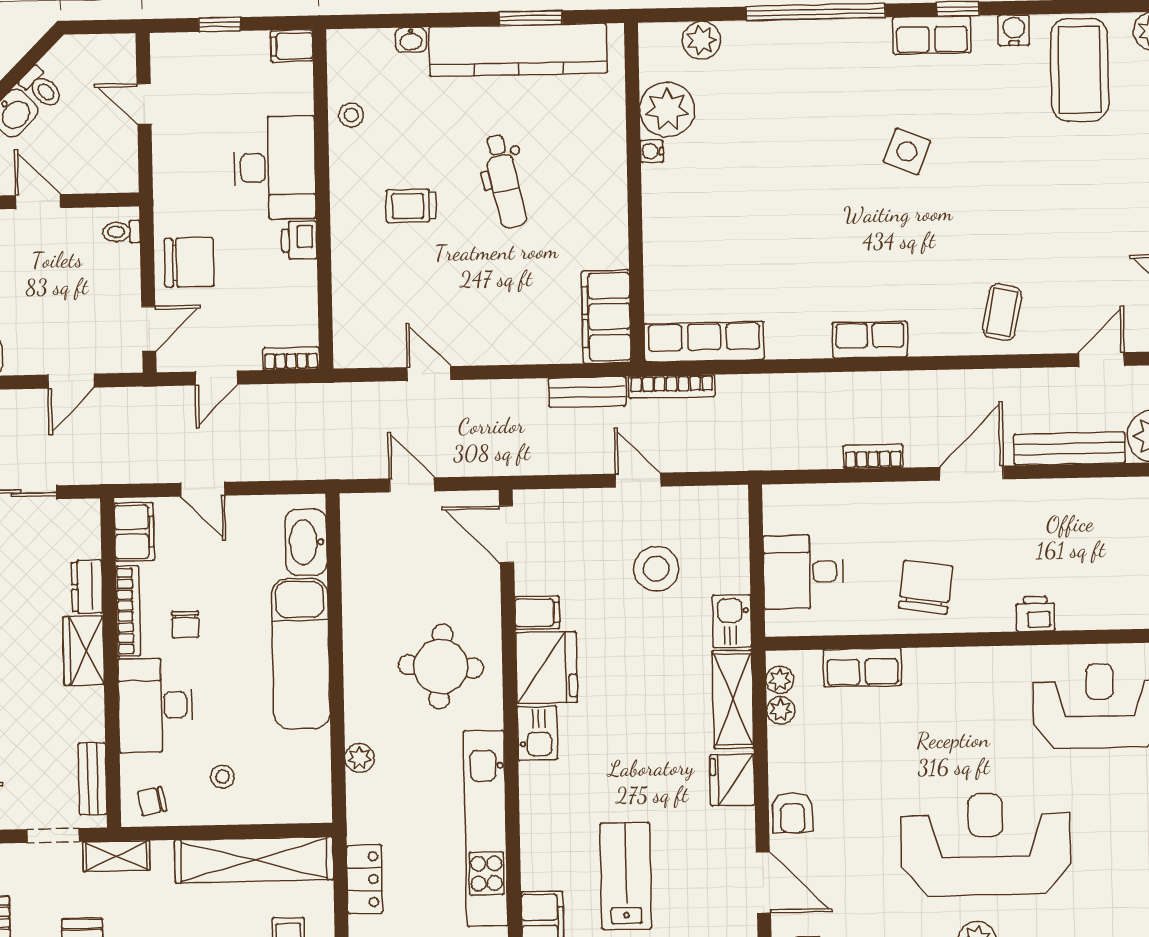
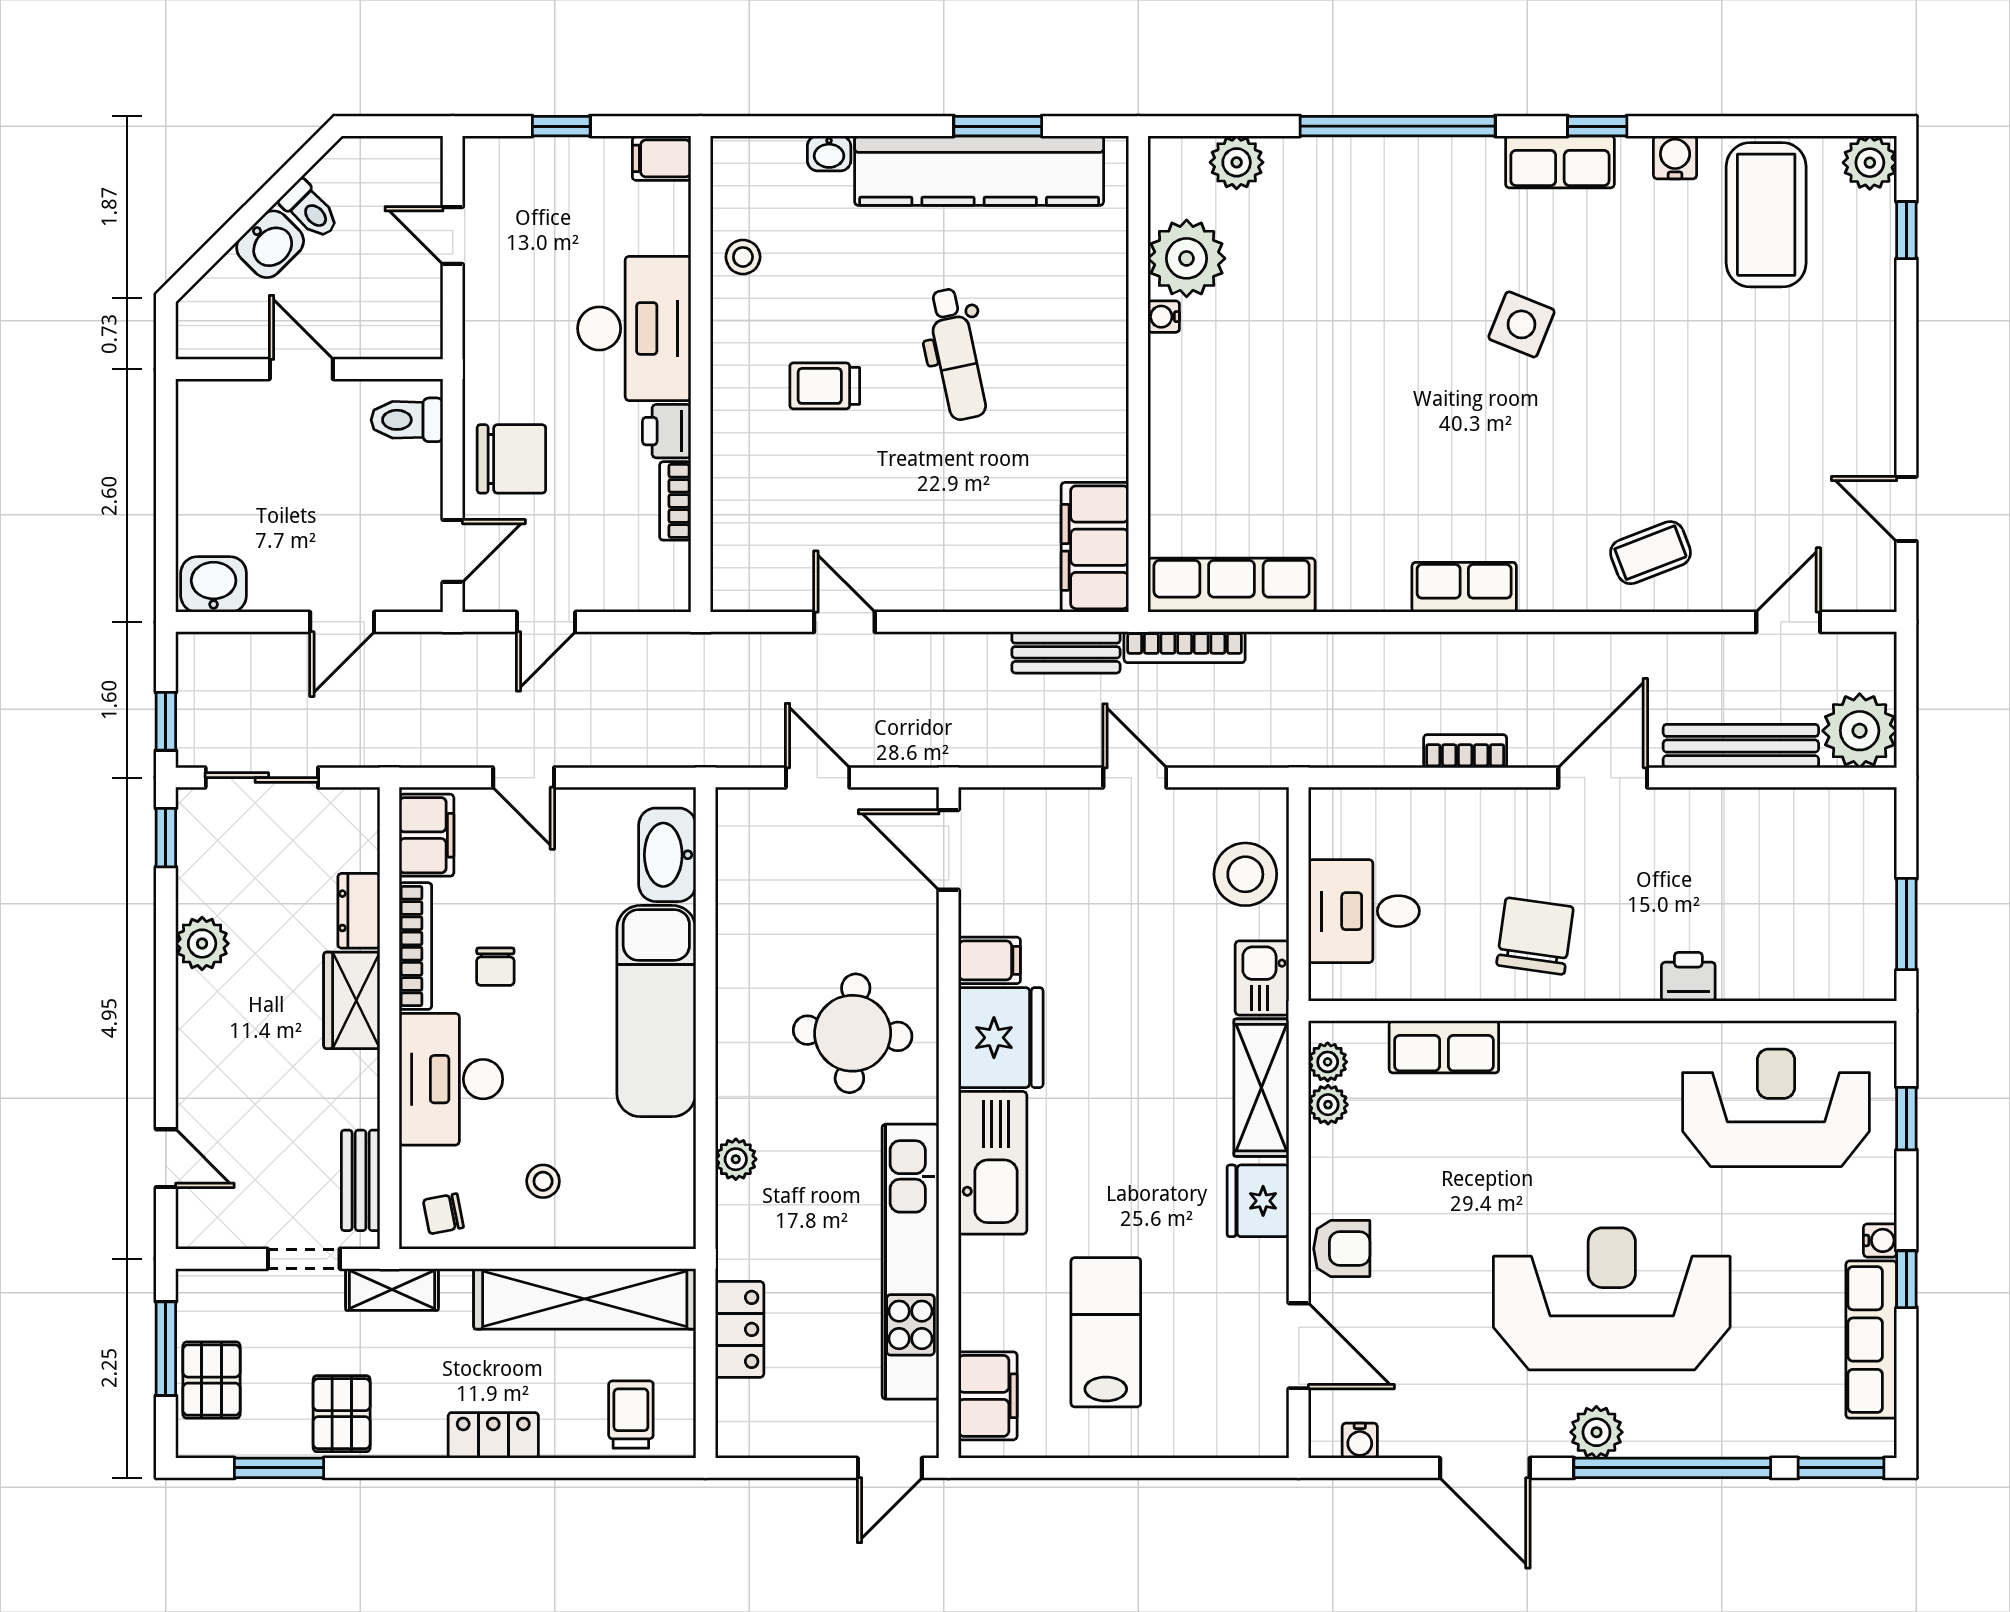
toilet: (121, 232) -> (407, 420), width x1.37, depth x1.39
coffee table: (1002, 312) -> (1650, 553), turned 58
bookcase: (291, 358) -> (675, 501), moved, turned -90
stool: (656, 569) -> (1245, 874), moved
kitchen sink: (537, 733) -> (993, 1163), width x1.87, depth x1.24
armchair: (793, 813) -> (1342, 1249), turned -90

